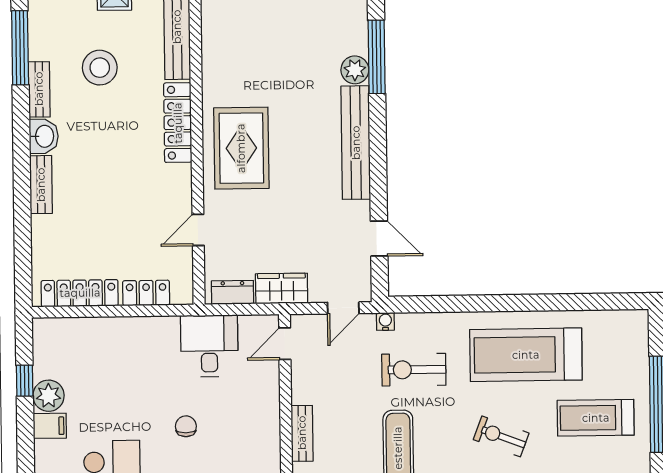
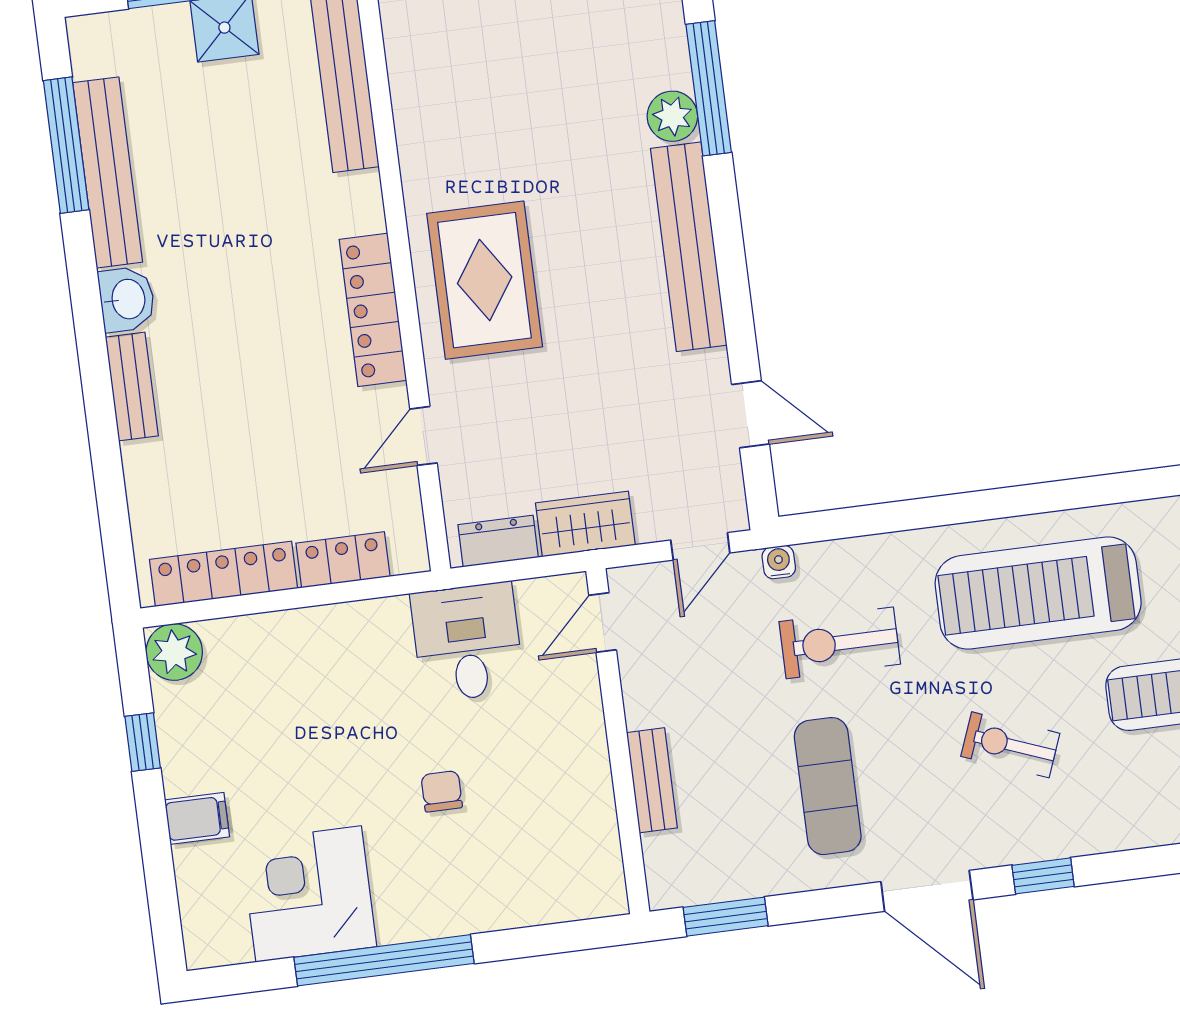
stool: (100, 68) -> (214, 164), removed
bench: (39, 89) -> (108, 172), width x1.86, depth x1.21
locker: (178, 123) -> (373, 310), moved
plant: (49, 396) -> (174, 652), moved

